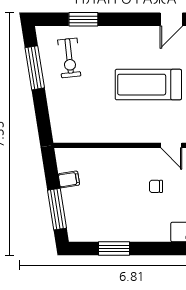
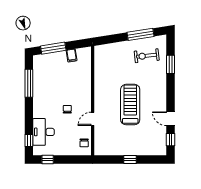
window: (114, 249) -> (29, 83), width x1.44

